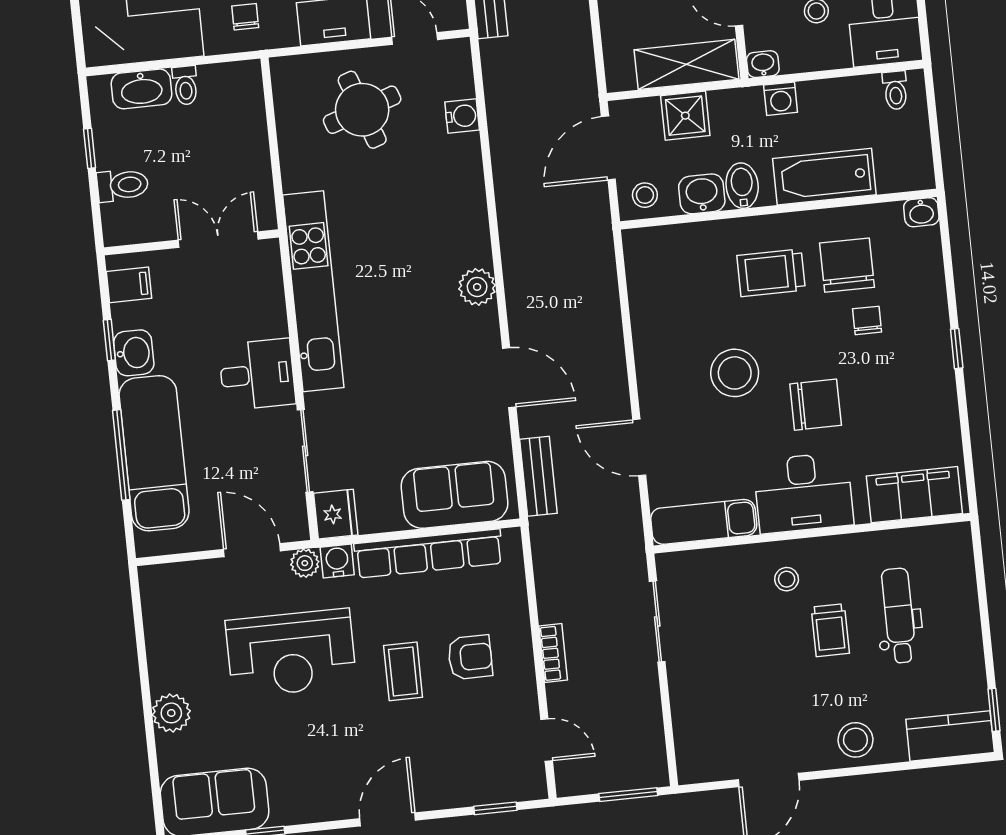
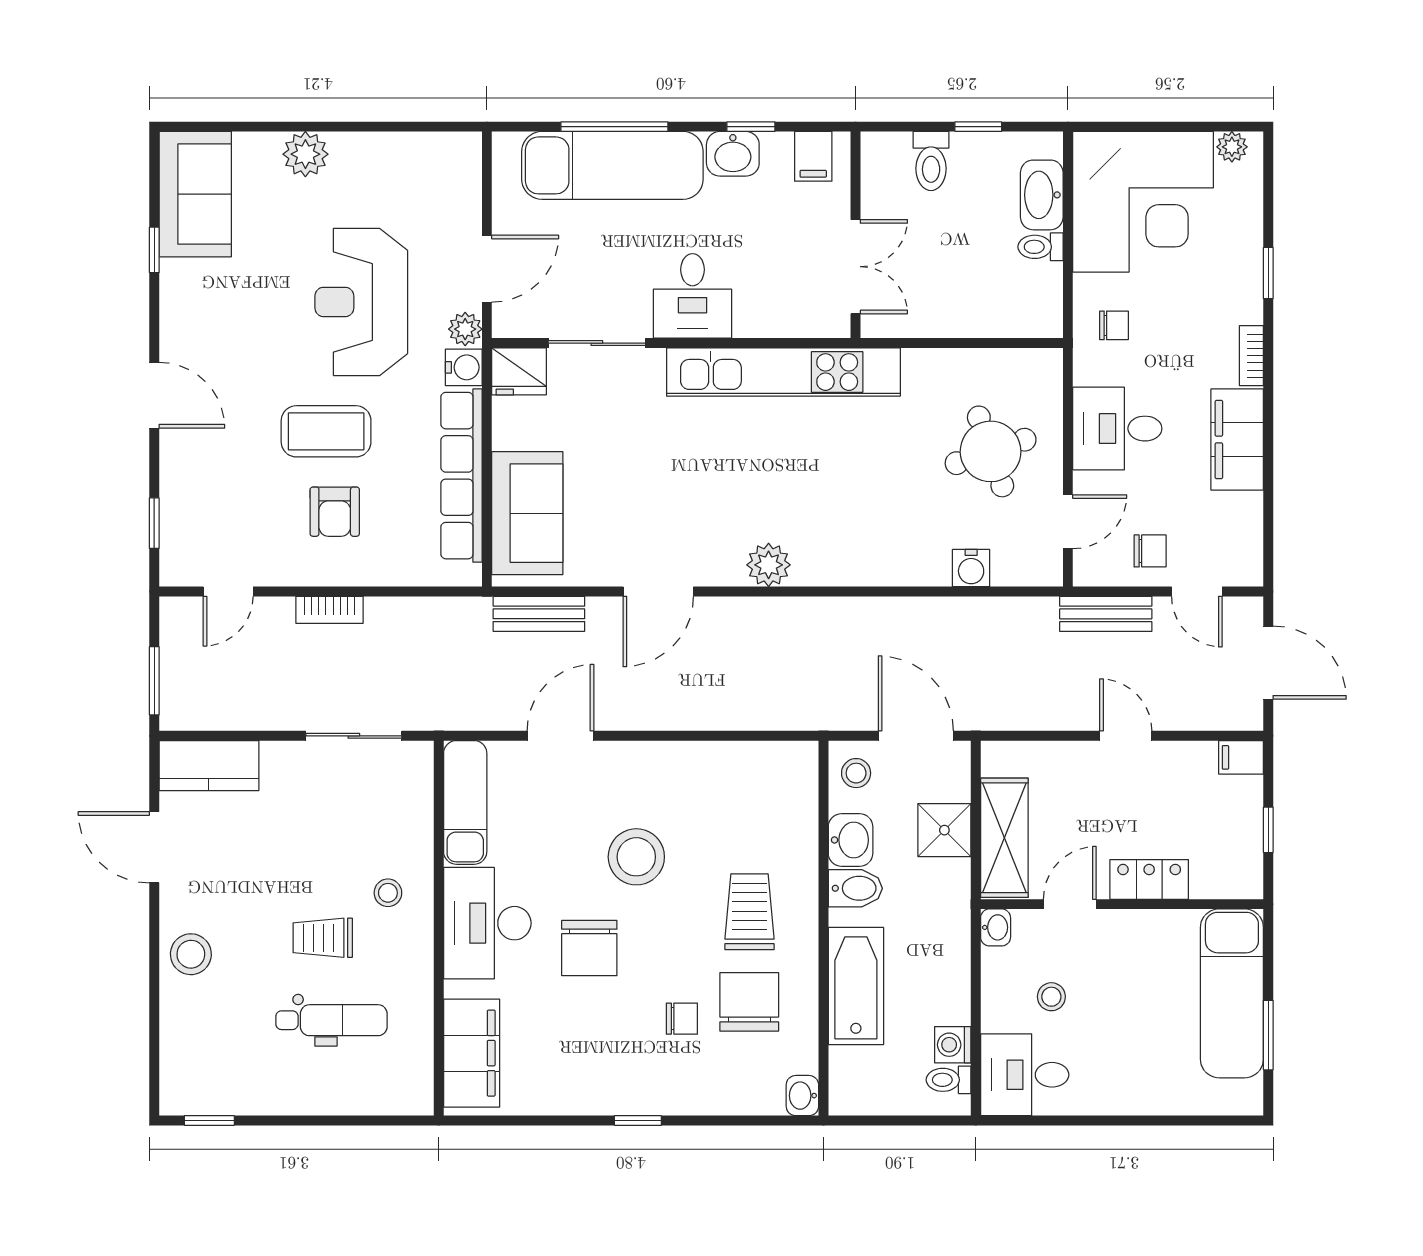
washing machine: (781, 99) -> (953, 1045), moved
chair: (847, 265) -> (749, 1002), turned -90
coffee table: (403, 671) -> (326, 431), width x1.36, depth x1.30
kitchen counter: (950, 736) -> (209, 766), moved, turned 90

